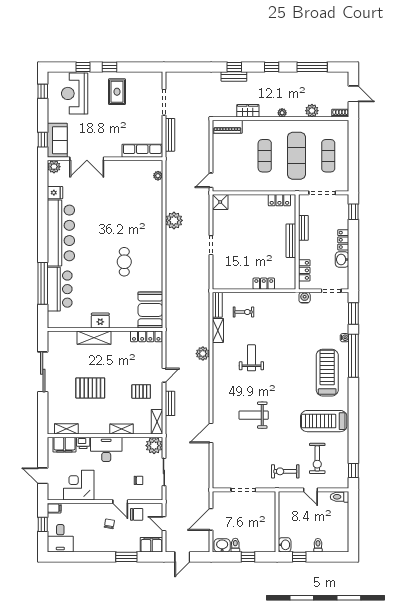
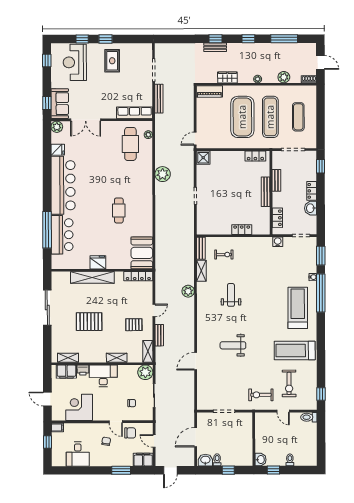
exercise mat: (265, 156) -> (242, 117), width x2.00, depth x1.45
cafe table: (138, 186) -> (130, 144), added
shelving: (94, 338) -> (92, 277), width x1.47
desk: (60, 538) -> (78, 454), moved

